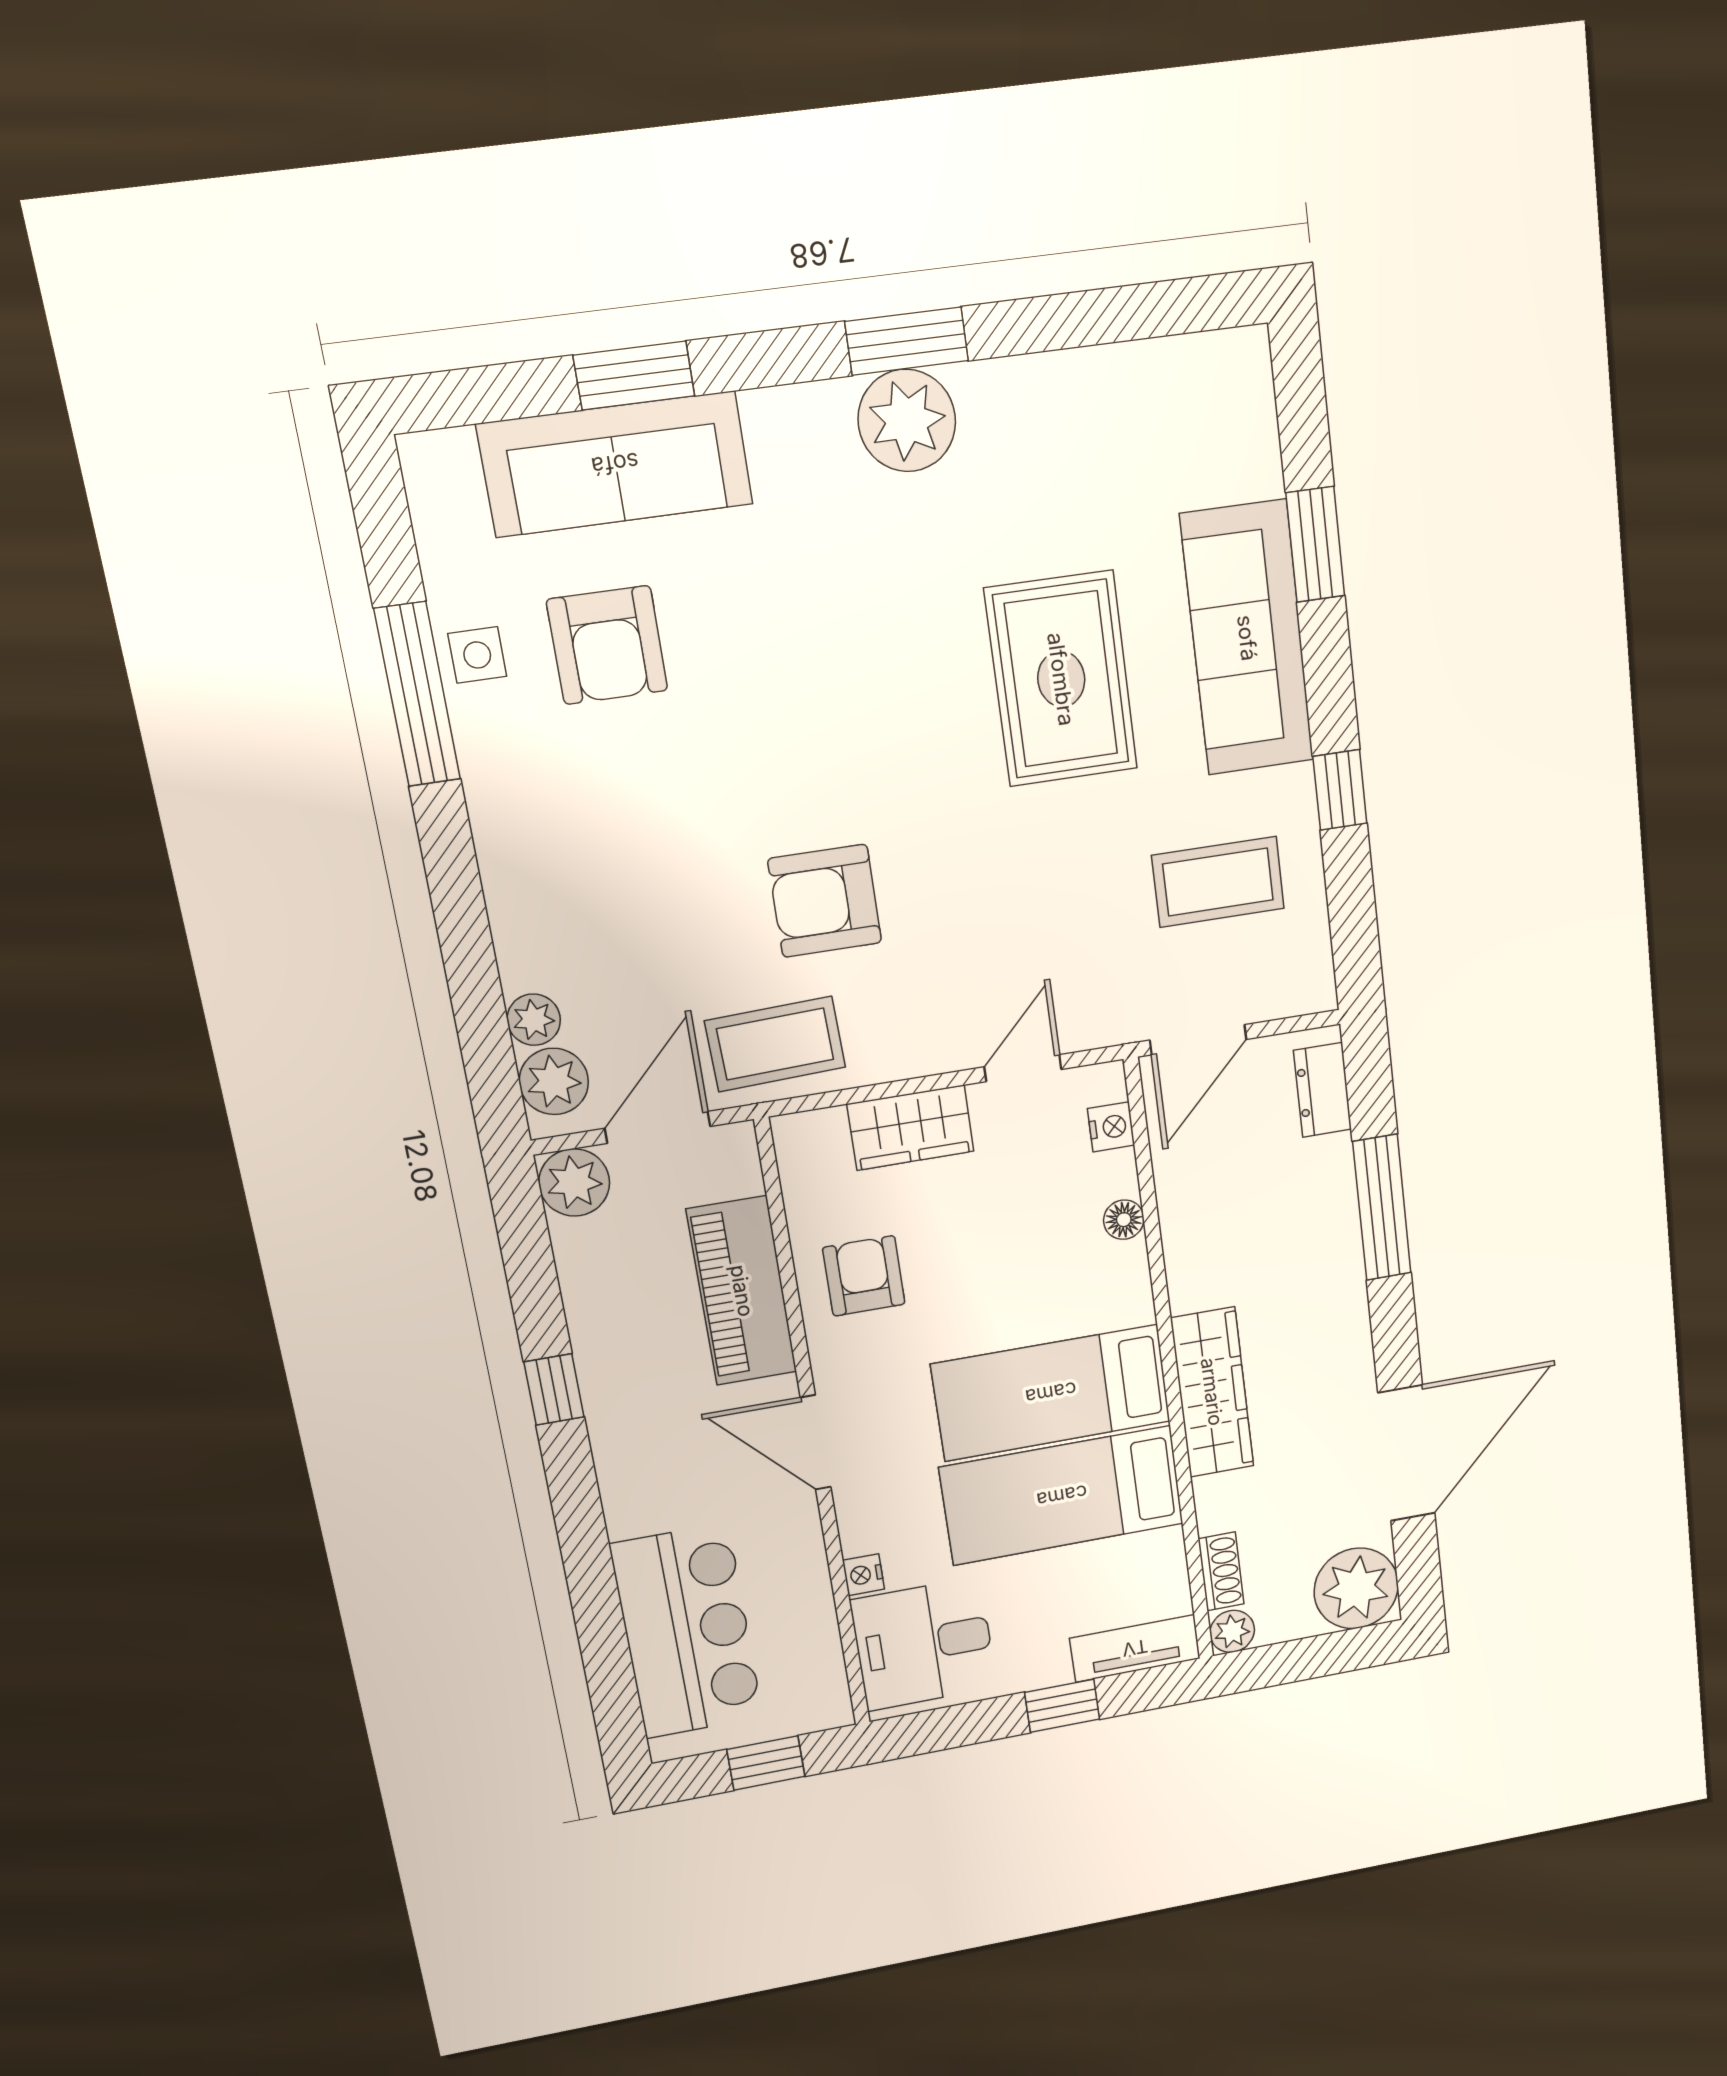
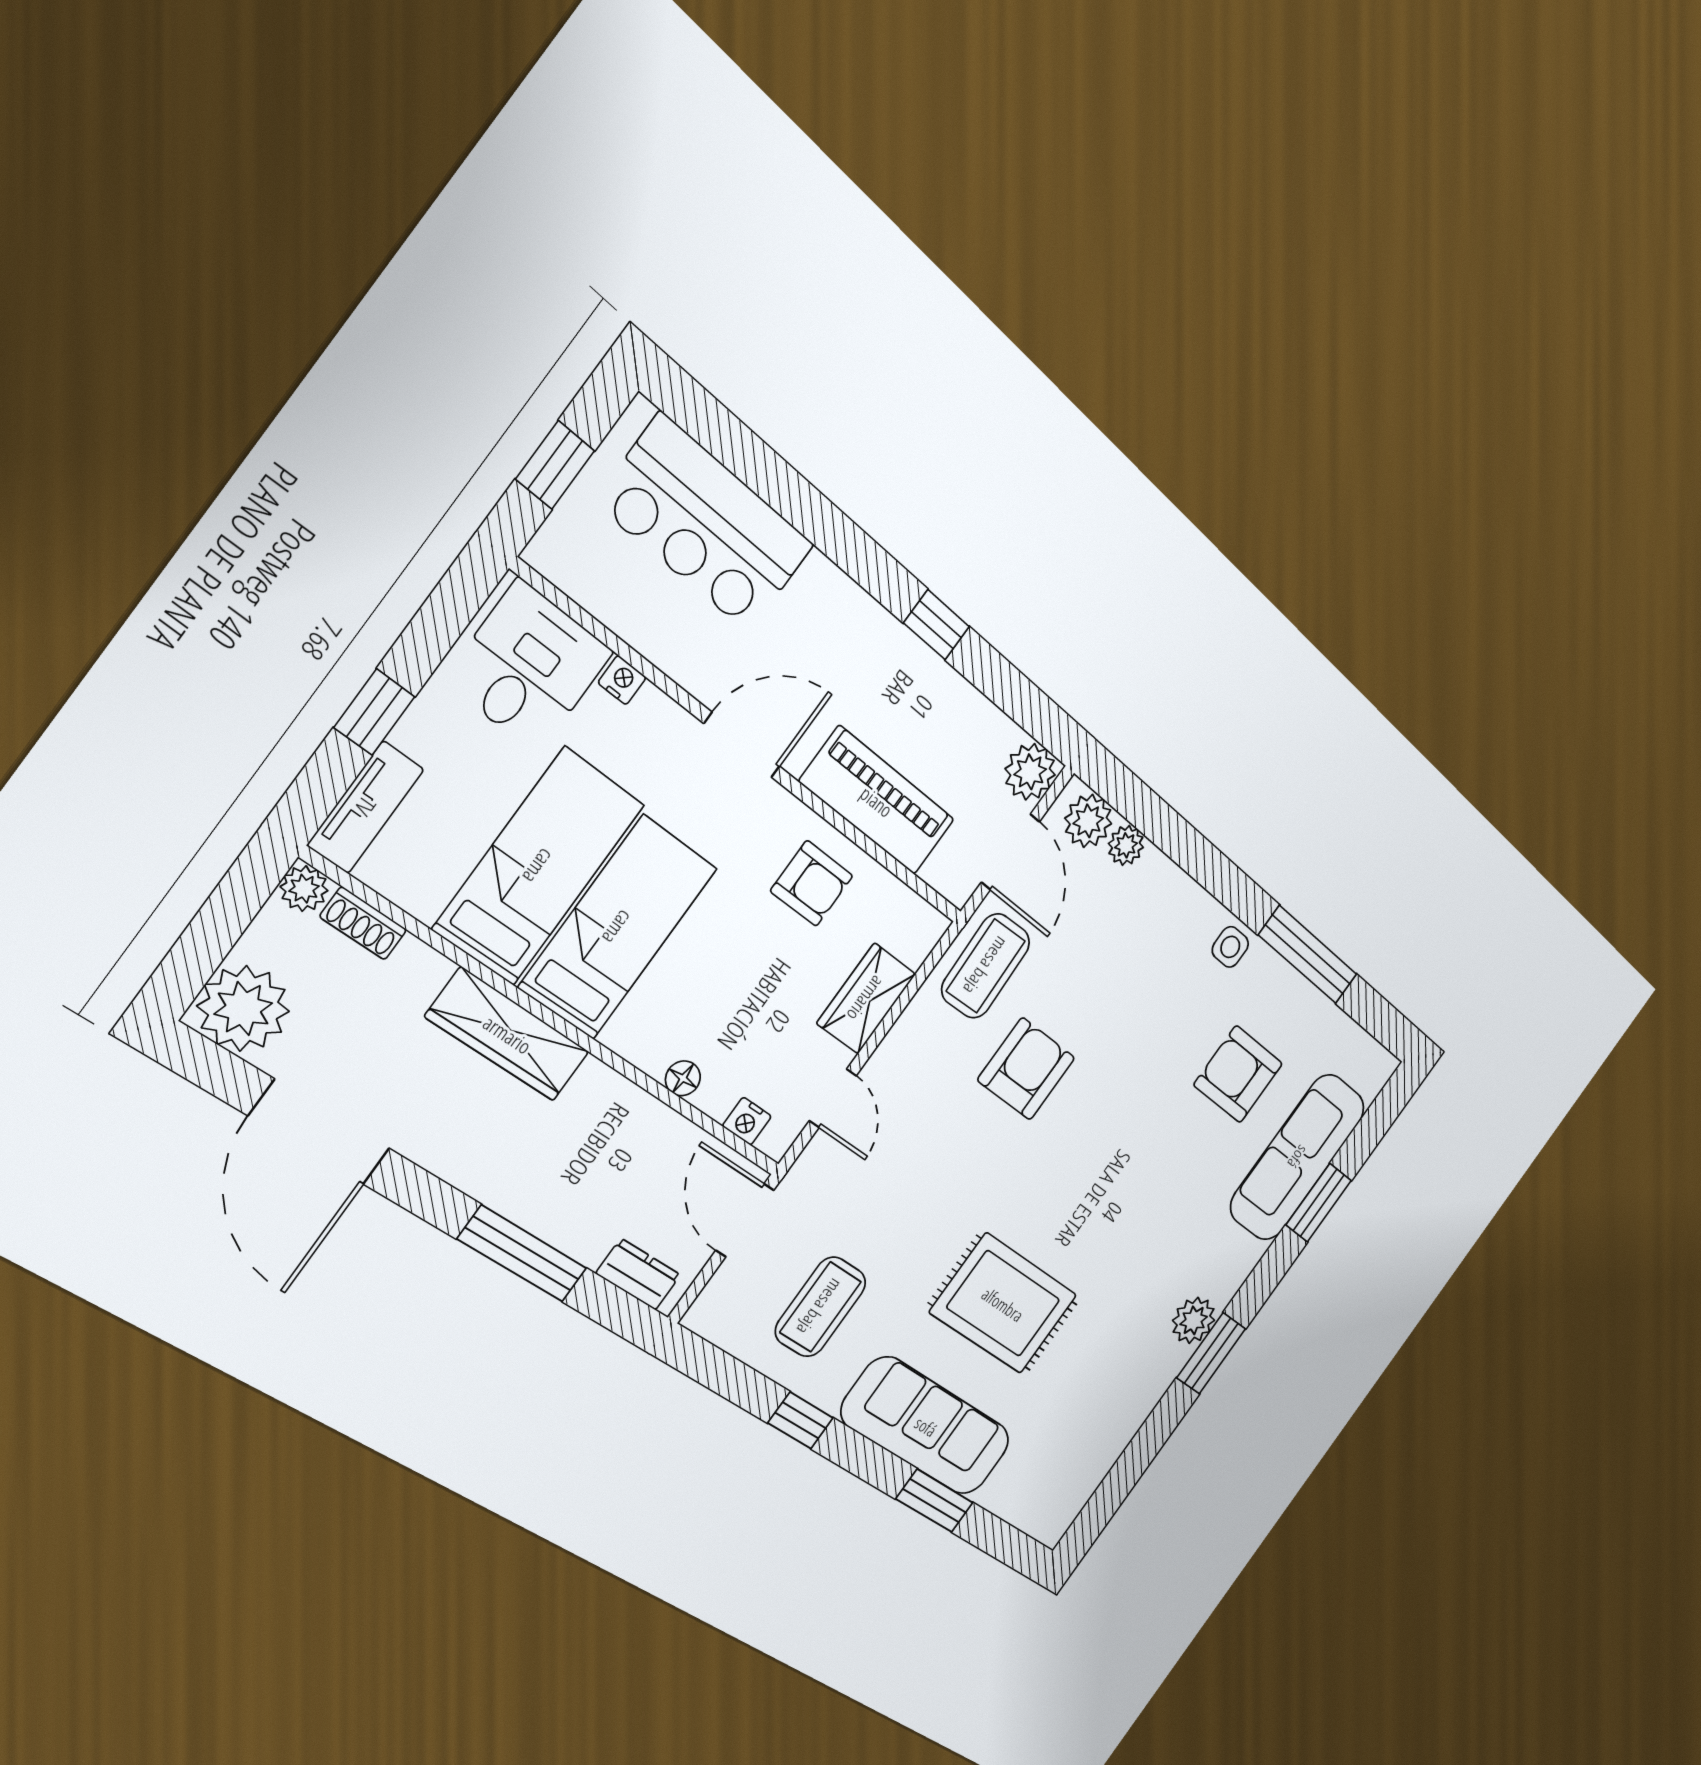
plant: (907, 421) -> (1194, 1320), width x0.73, depth x0.73
side table: (477, 655) -> (1230, 947), moved

